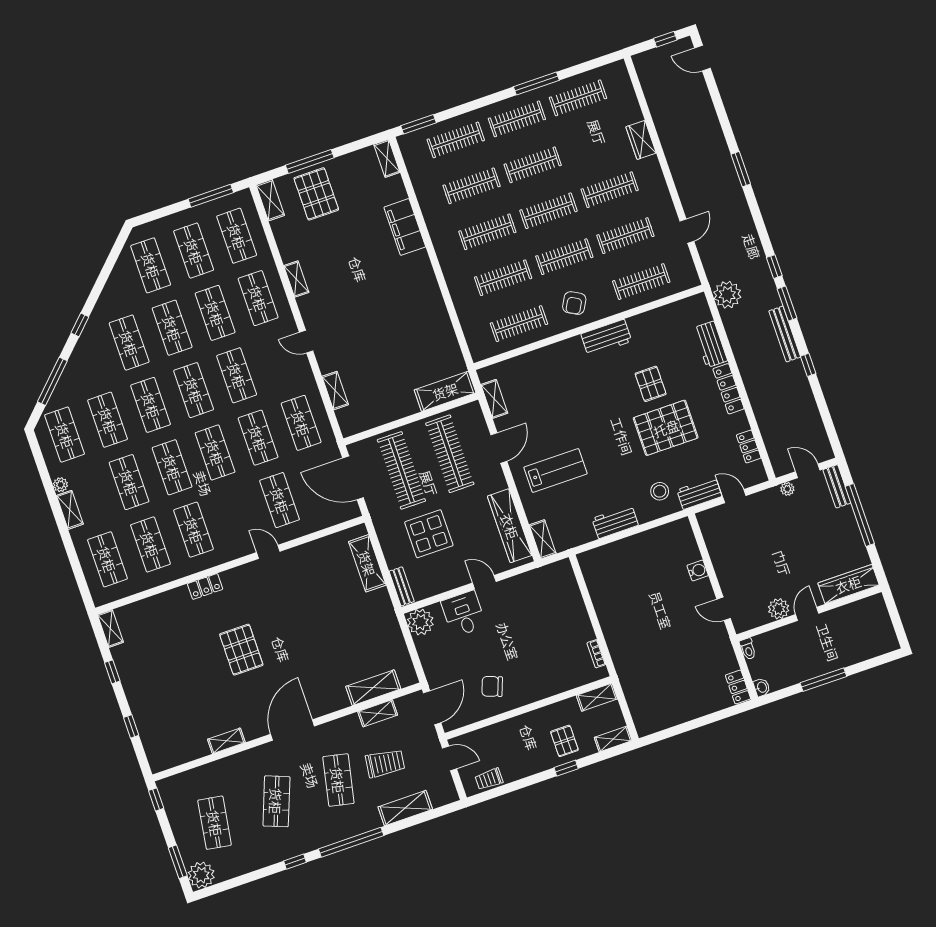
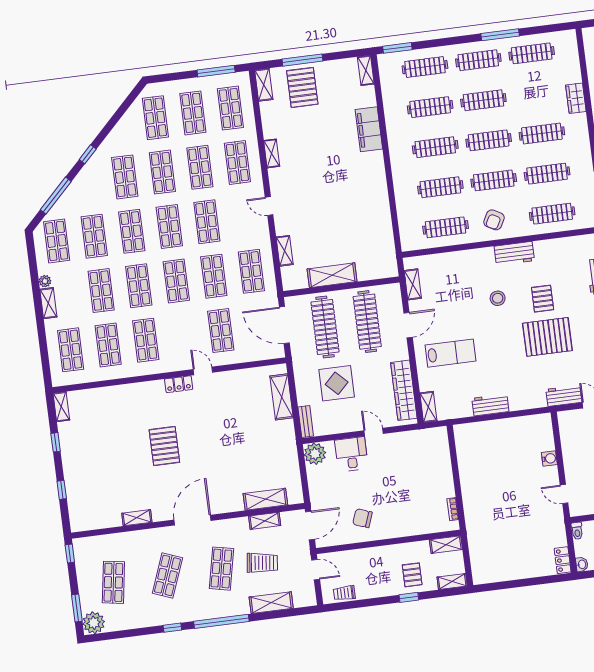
shelving: (445, 391) -> (332, 275), moved
stool: (660, 491) -> (498, 298), moved
locker: (205, 586) -> (179, 384), moved

